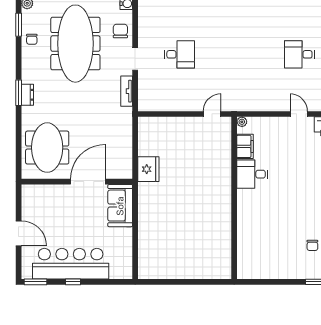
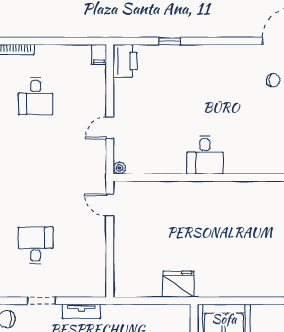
door: (299, 114) -> (110, 128), moved
filing cabinet: (245, 146) -> (150, 164), removed
desk: (252, 174) -> (205, 155), moved

